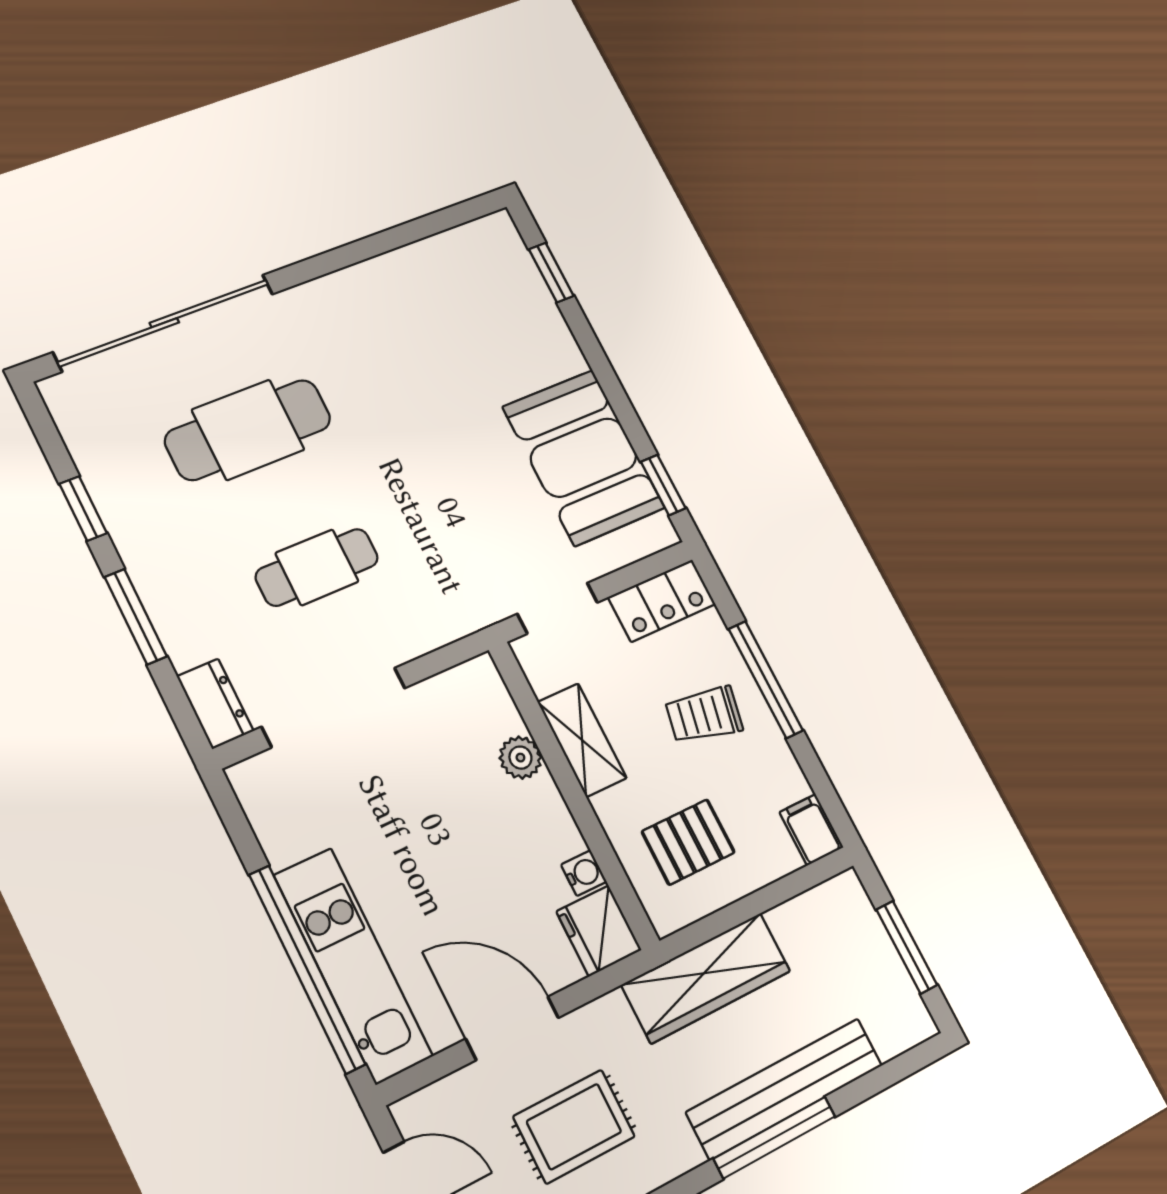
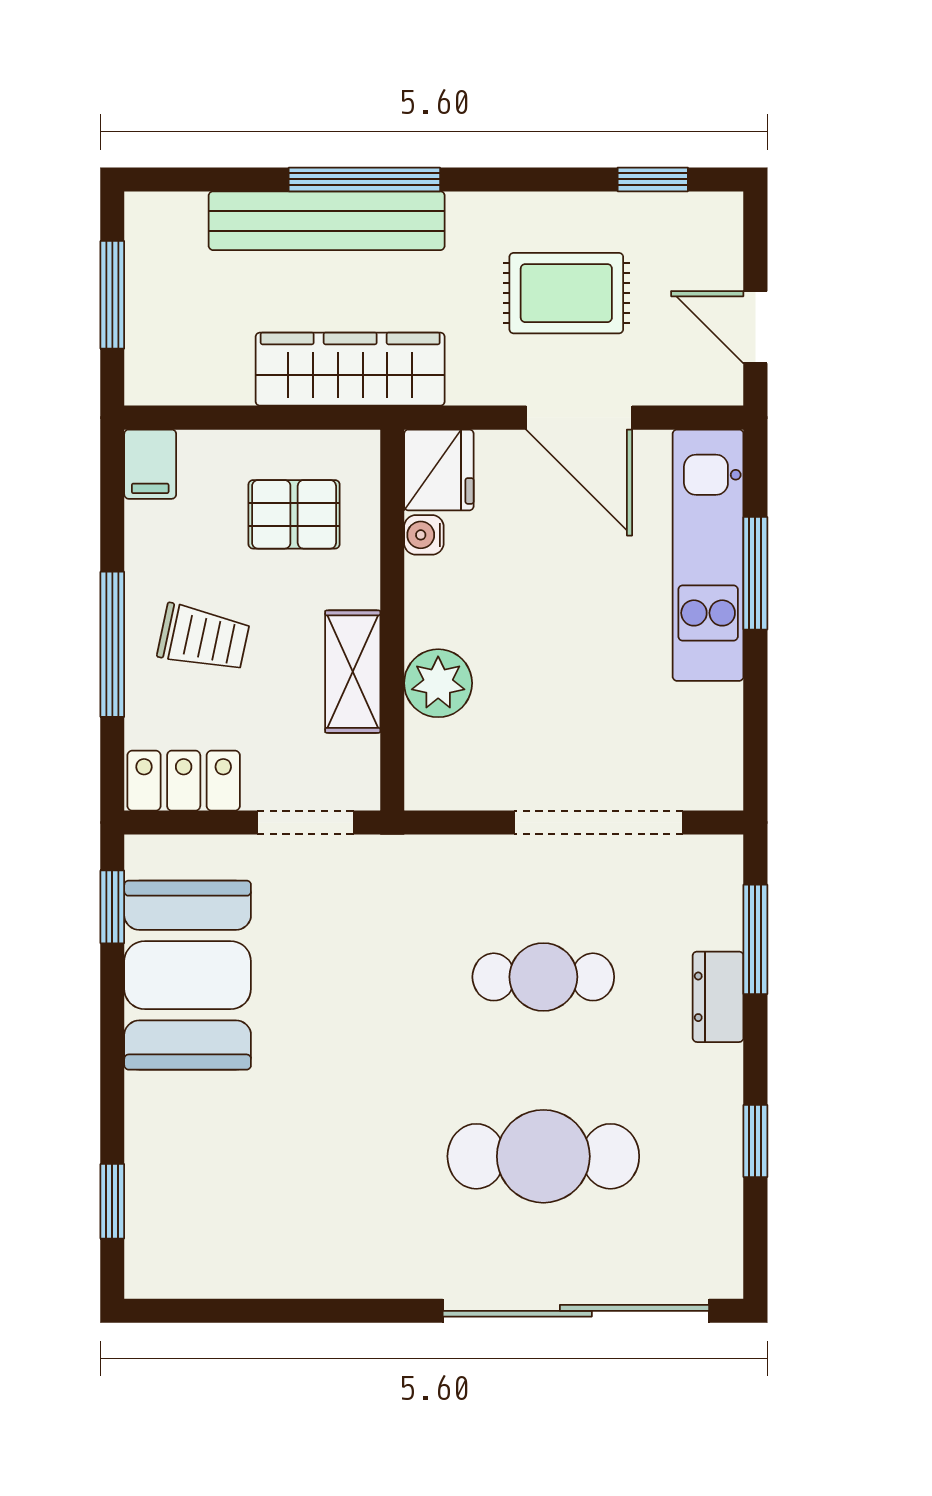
window: (136, 617) -> (755, 939), moved
dresser: (215, 704) -> (718, 997), moved
plant: (520, 758) -> (438, 683), width x1.38, depth x1.38
window: (307, 969) -> (755, 573), width x0.47

